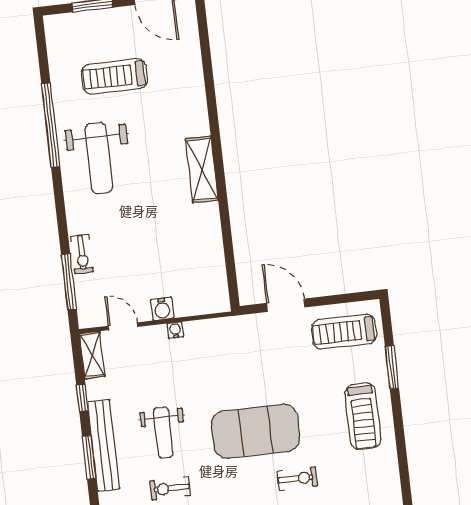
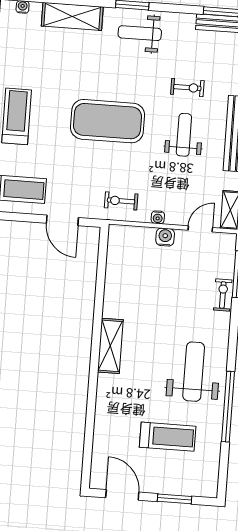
door: (123, 326) -> (200, 229), swing flipped
exercise bike: (297, 479) -> (121, 201), moved

